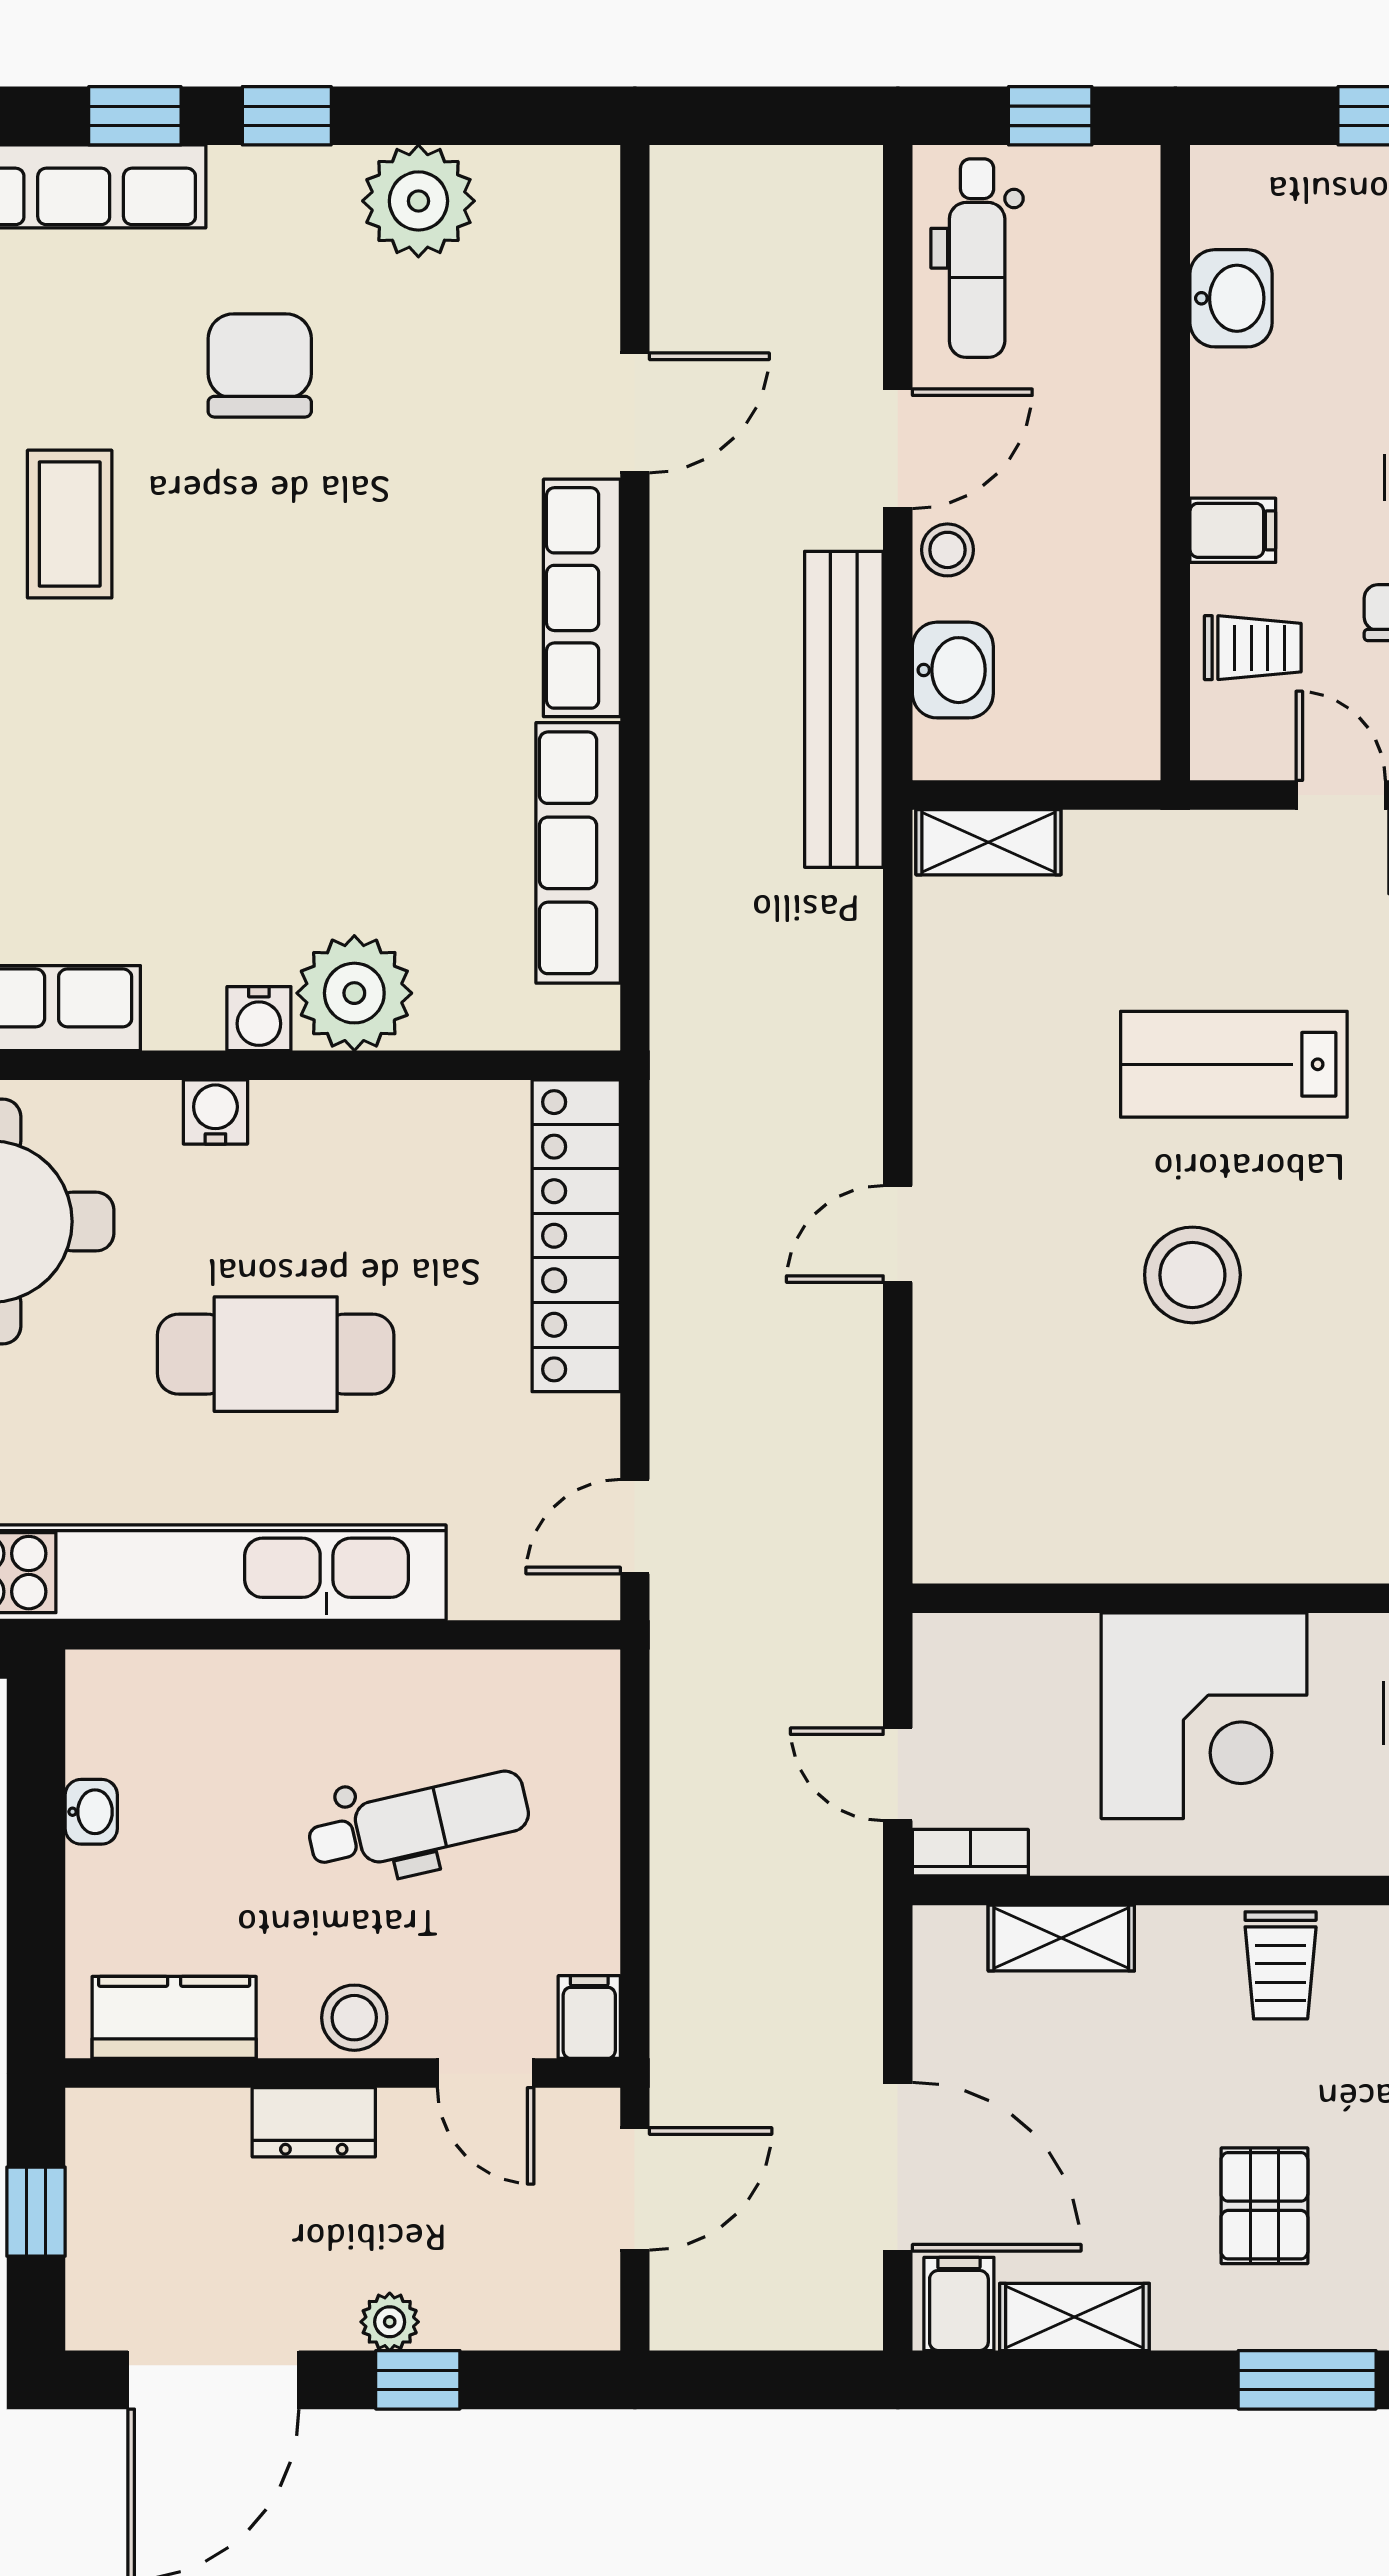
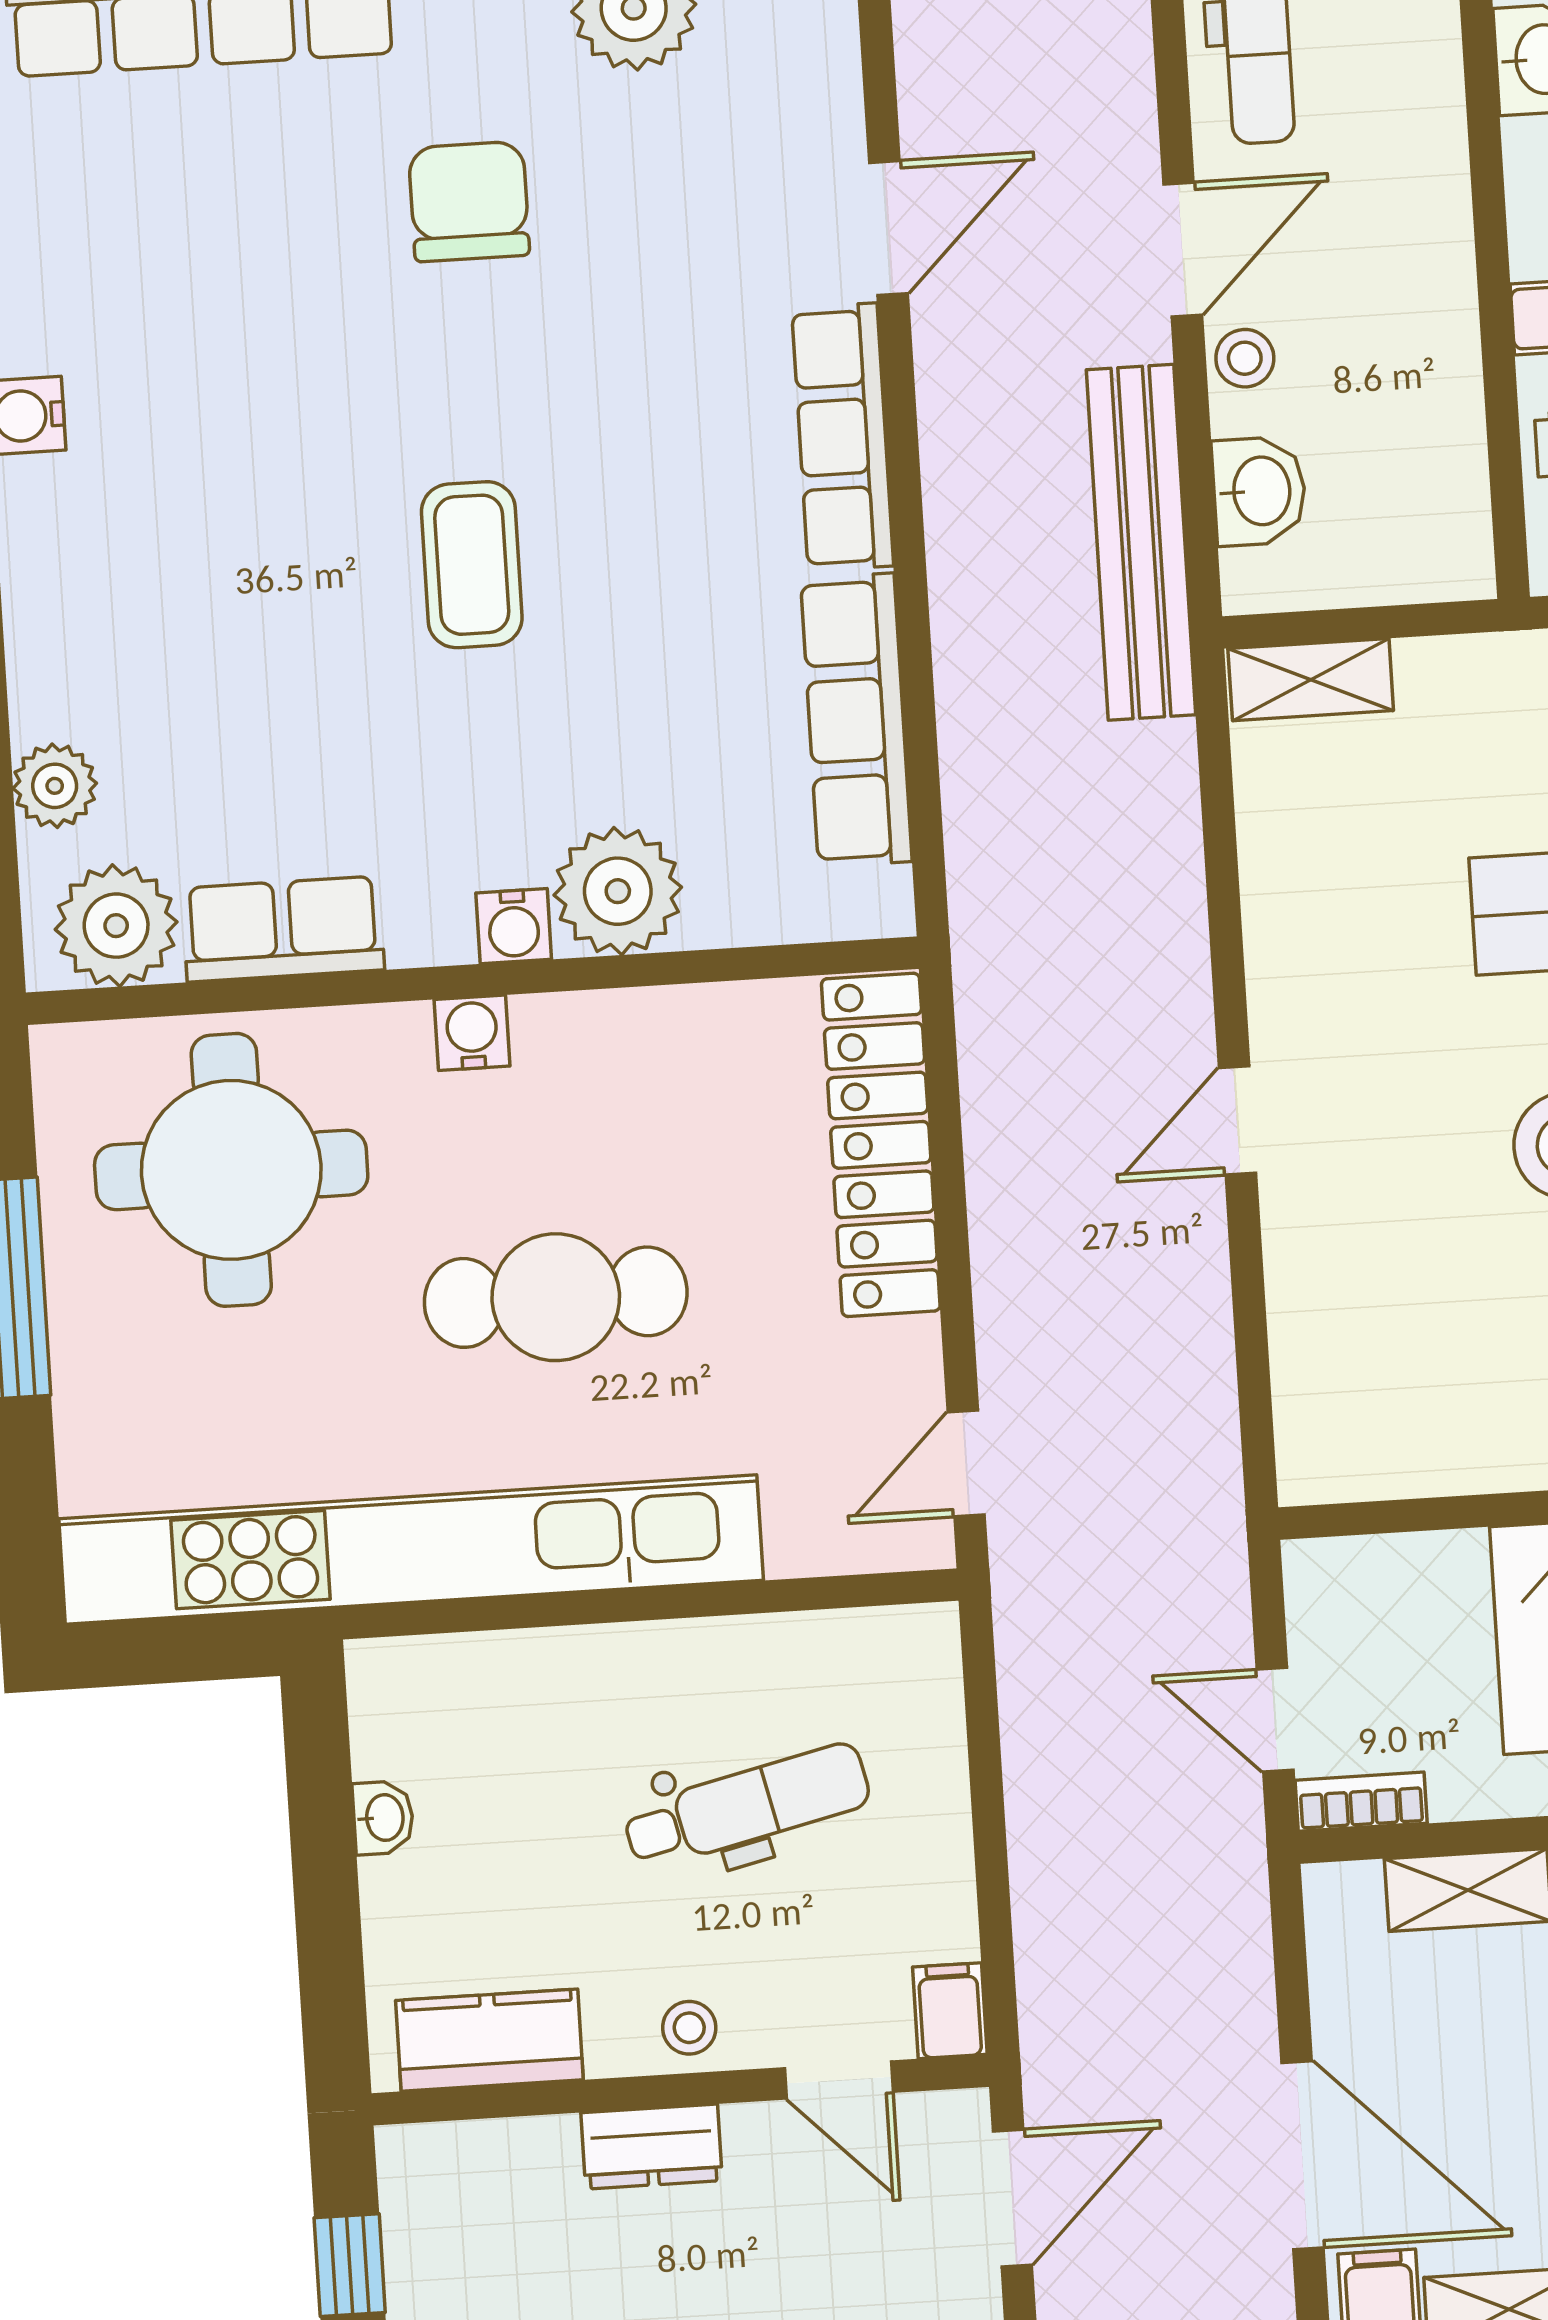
coffee table: (70, 524) -> (472, 565), moved
stool: (354, 2018) -> (689, 2028), width x0.73, depth x0.73

